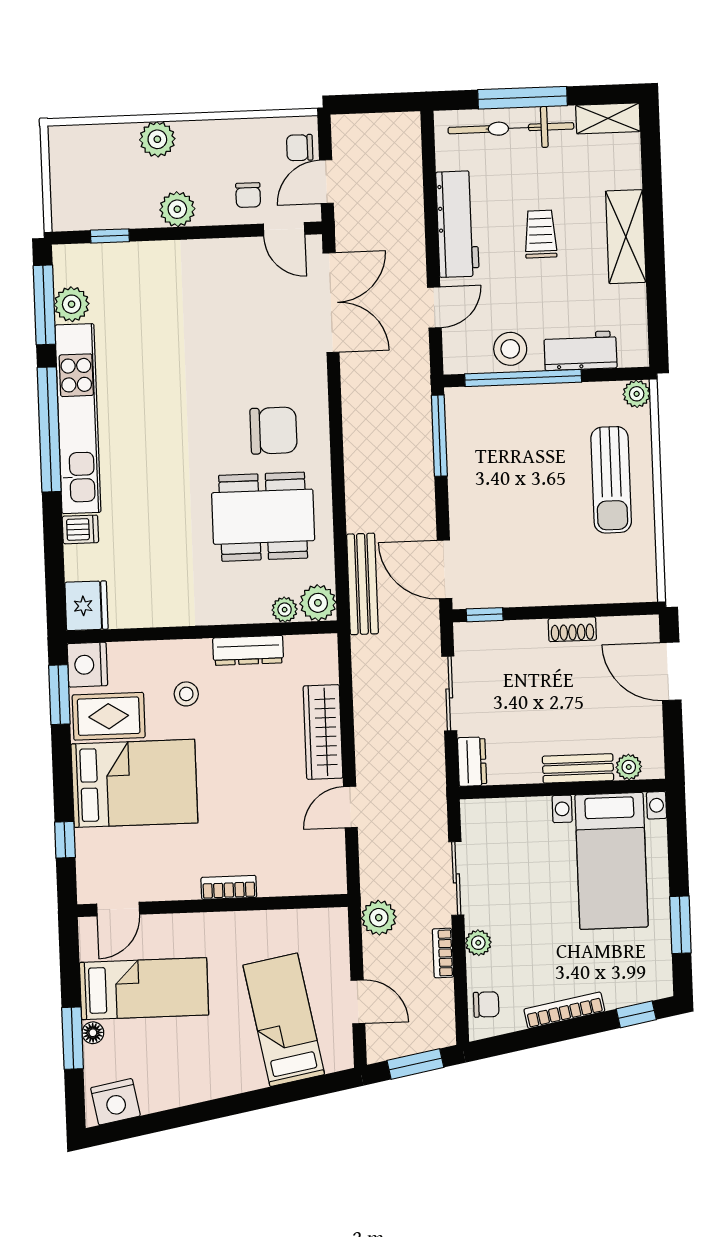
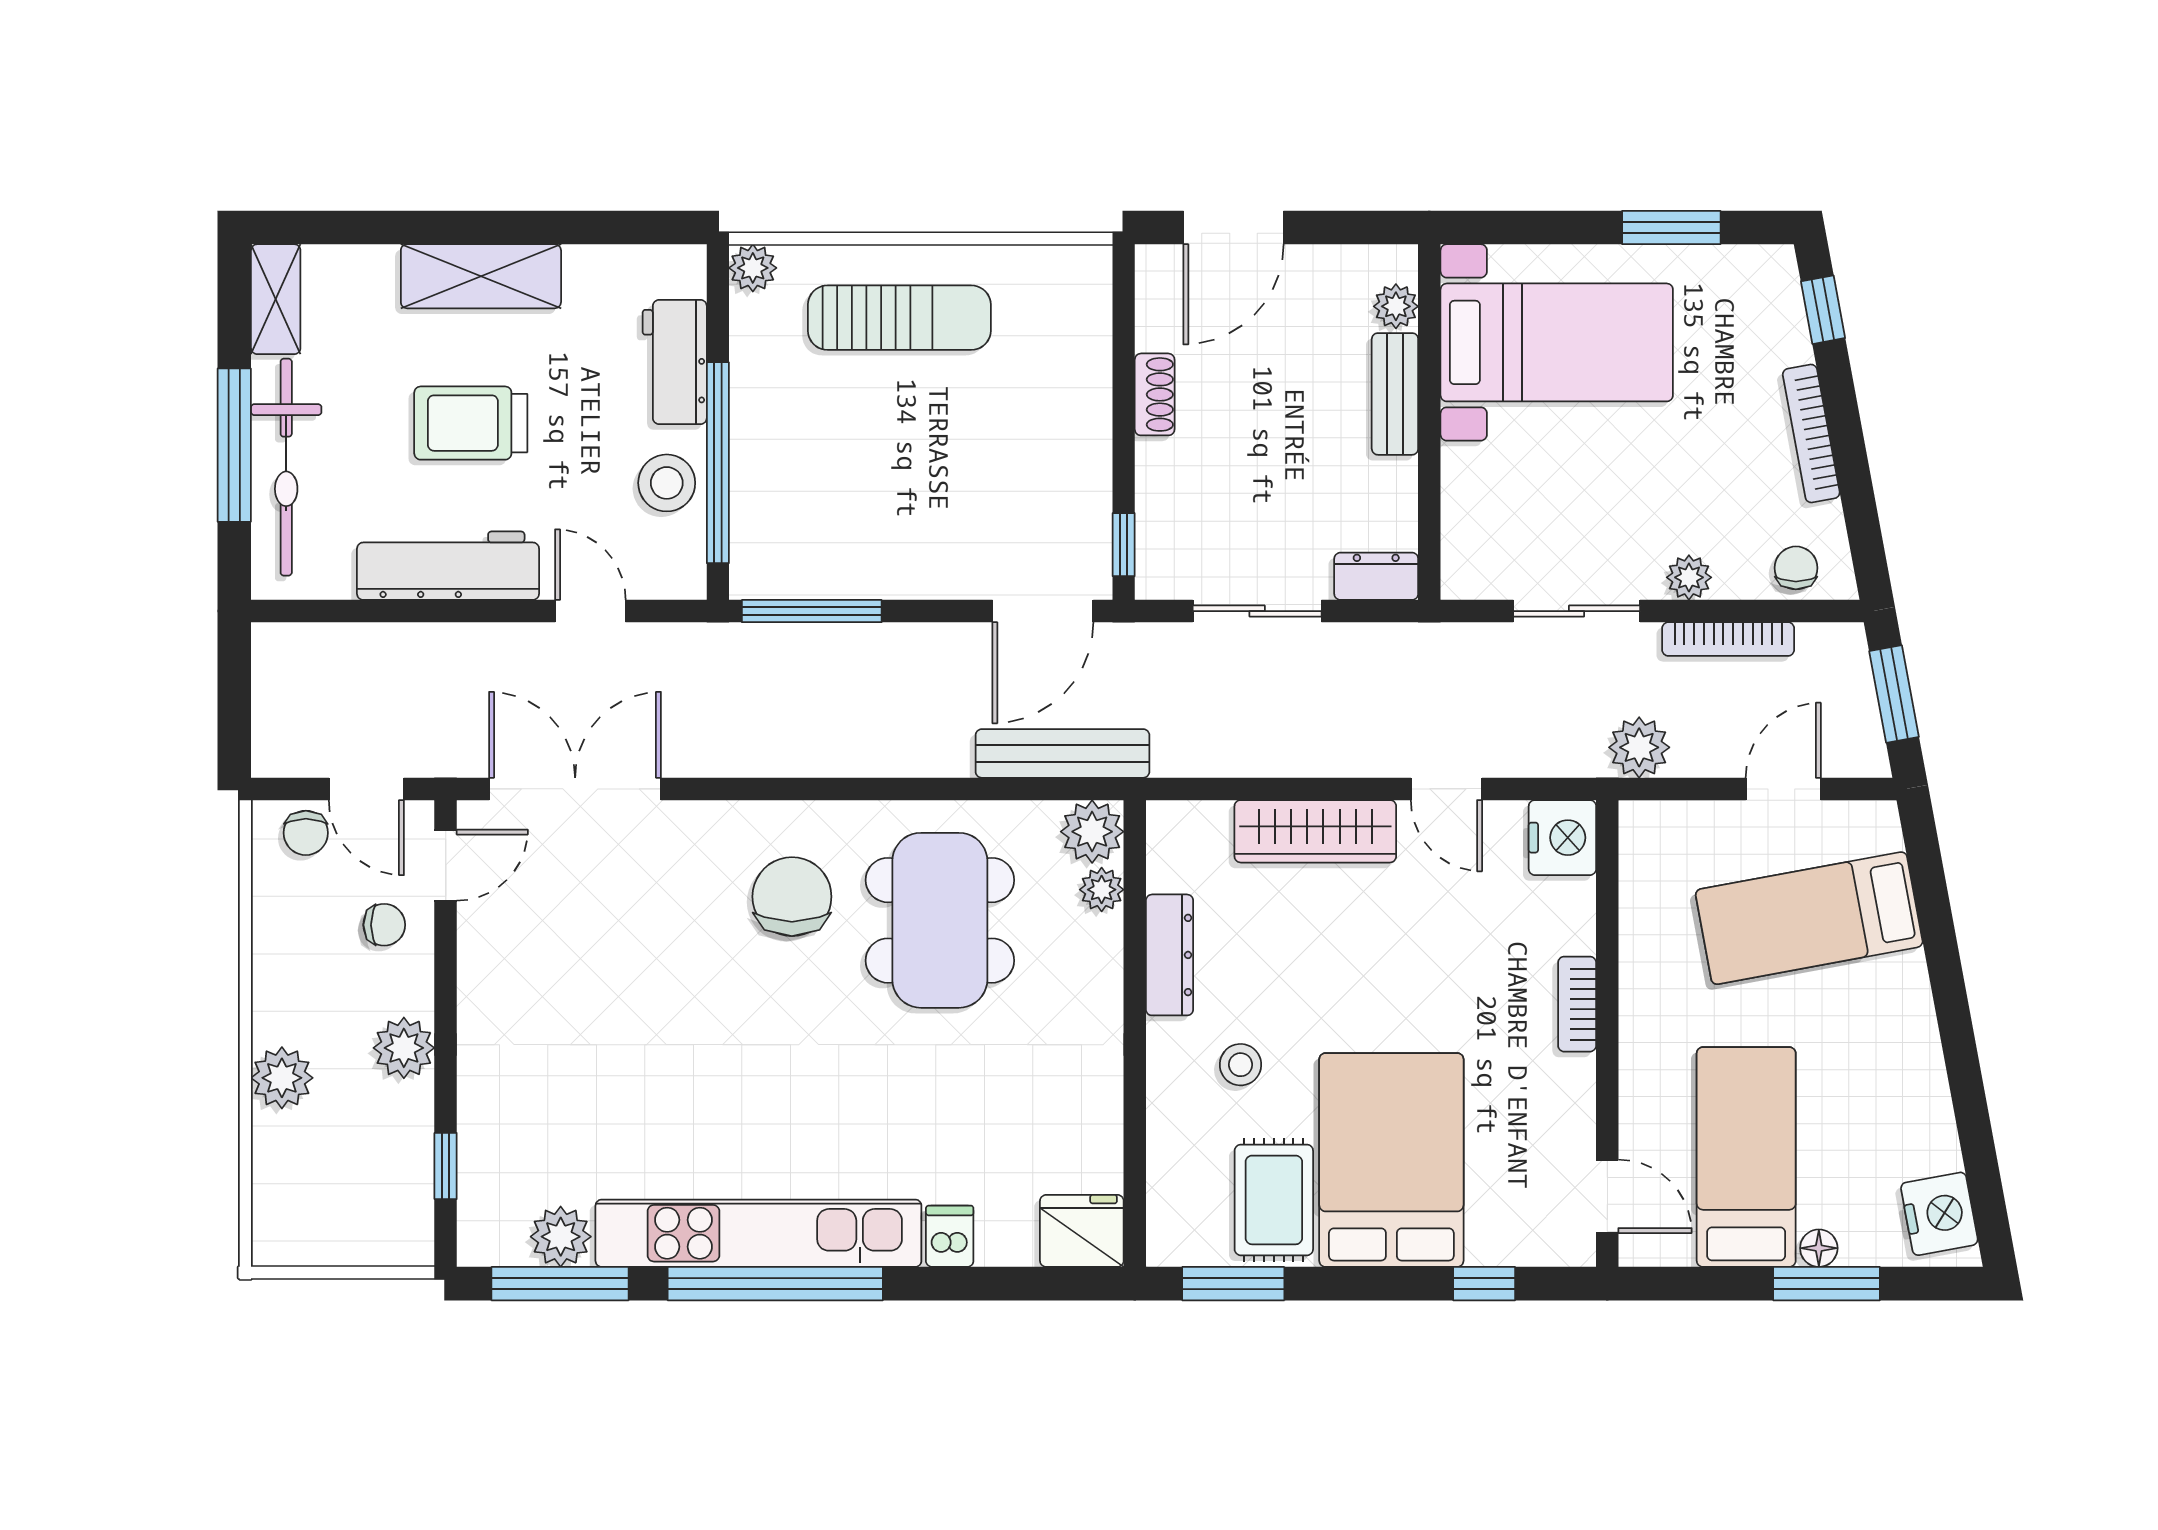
trolley: (541, 234) -> (471, 423), width x1.36, depth x1.39
nightstand: (87, 665) -> (1562, 838), moved, turned -90
bookcase: (443, 953) -> (1728, 639), width x1.56

